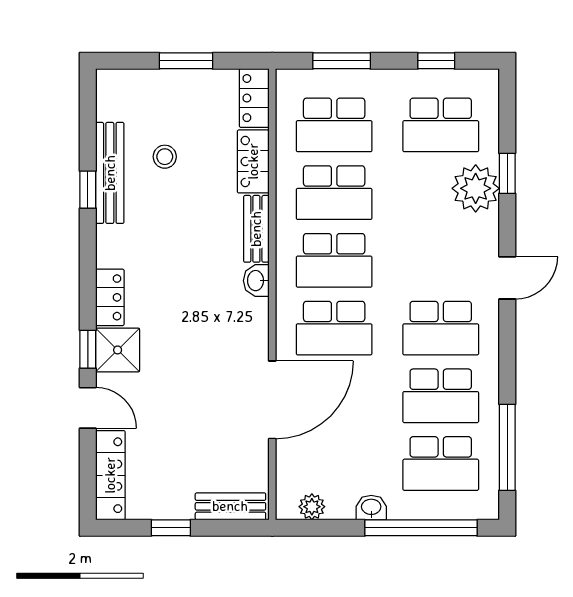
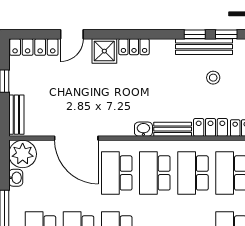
window: (88, 349) -> (226, 34), moved
plant: (312, 507) -> (23, 154), width x1.88, depth x1.88
washbasin: (371, 508) -> (16, 178), moved

